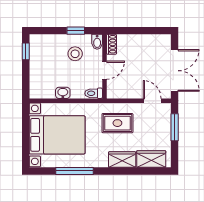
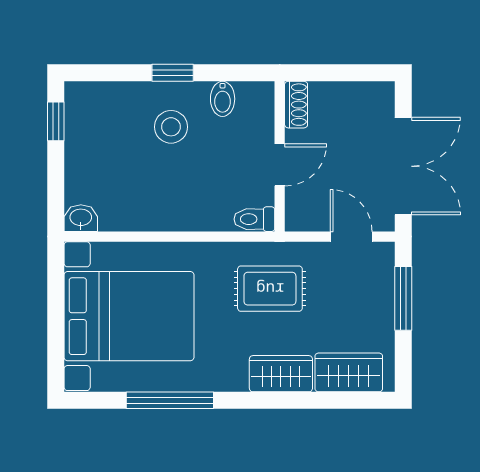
shoe rack: (111, 44) -> (296, 105), moved
wall: (104, 66) -> (280, 156), moved
door: (104, 70) -> (280, 165), moved
washbasin: (63, 93) -> (81, 218), moved
toilet: (94, 93) -> (254, 219), moved

